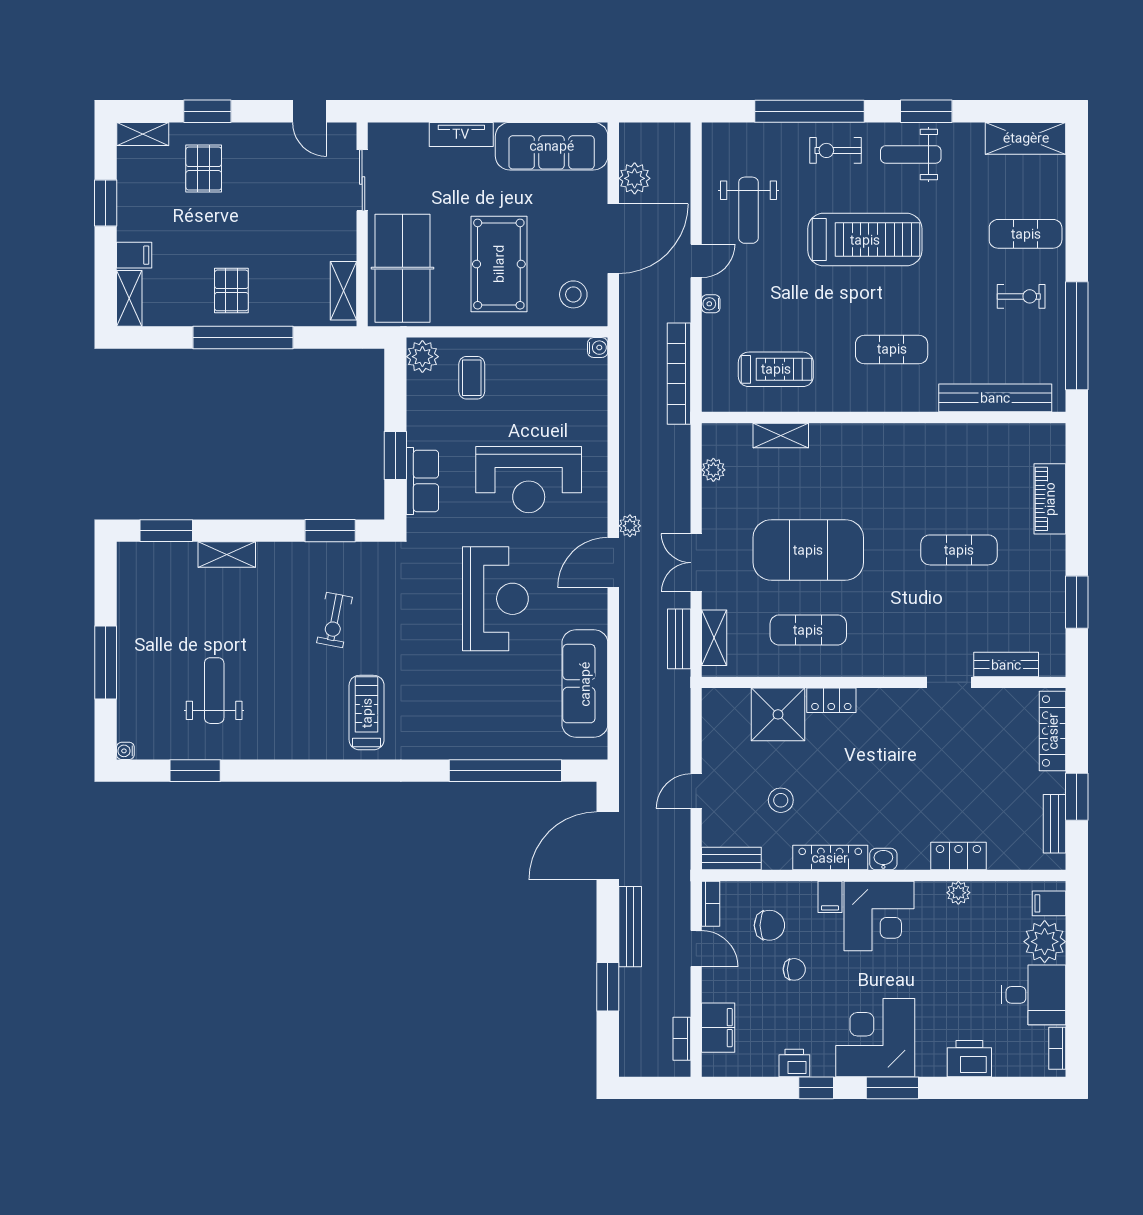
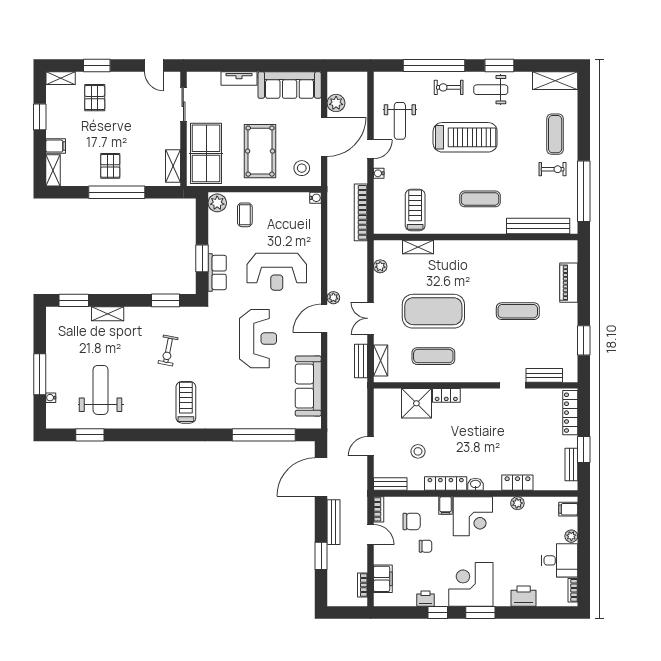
exercise mat: (1026, 234) -> (555, 134), turned 90
treadmill: (776, 369) -> (415, 210), turned -90
weight bench: (214, 691) -> (101, 390), width x1.36, depth x1.33
water cooler: (125, 751) -> (51, 398), moved
plant: (1045, 942) -> (571, 536), width x0.53, depth x0.53

